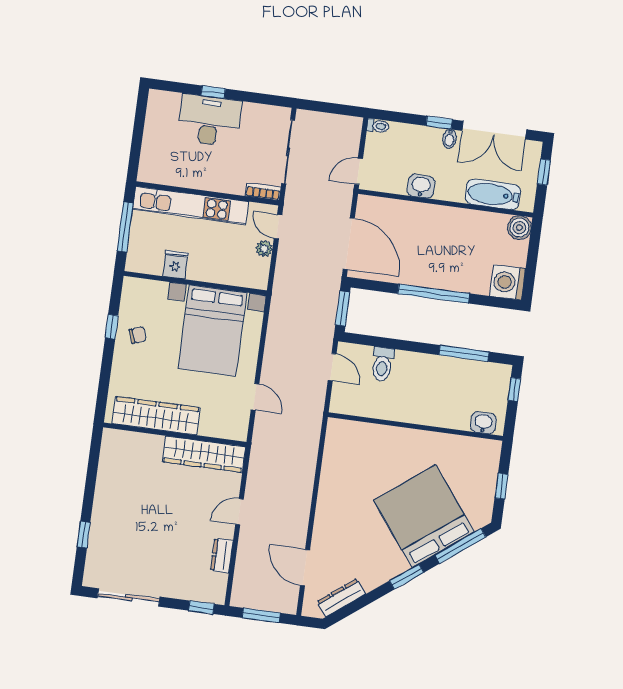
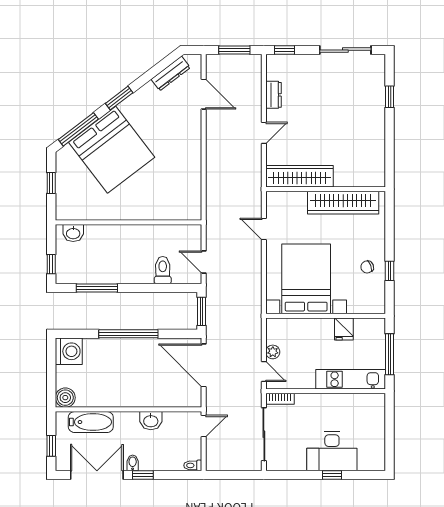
kitchen unit: (191, 205) -> (351, 379), width x0.73

